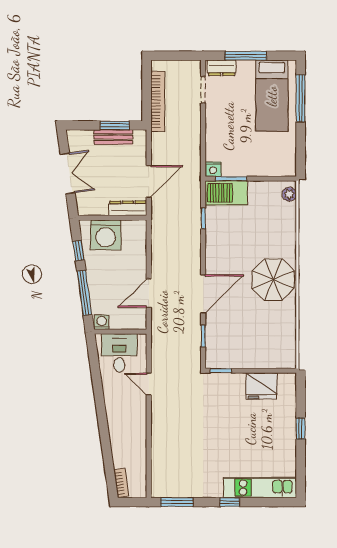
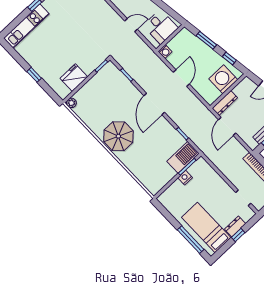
window: (246, 56) -> (238, 235), width x0.46
dresser: (222, 68) -> (235, 226), moved
nightstand: (213, 169) -> (185, 178), moved
plant: (289, 194) -> (71, 103), moved
window: (84, 293) -> (206, 40), width x0.69
door: (149, 293) -> (181, 78), moved
door: (203, 294) -> (154, 104), moved
washing machine: (102, 322) -> (165, 52), moved

